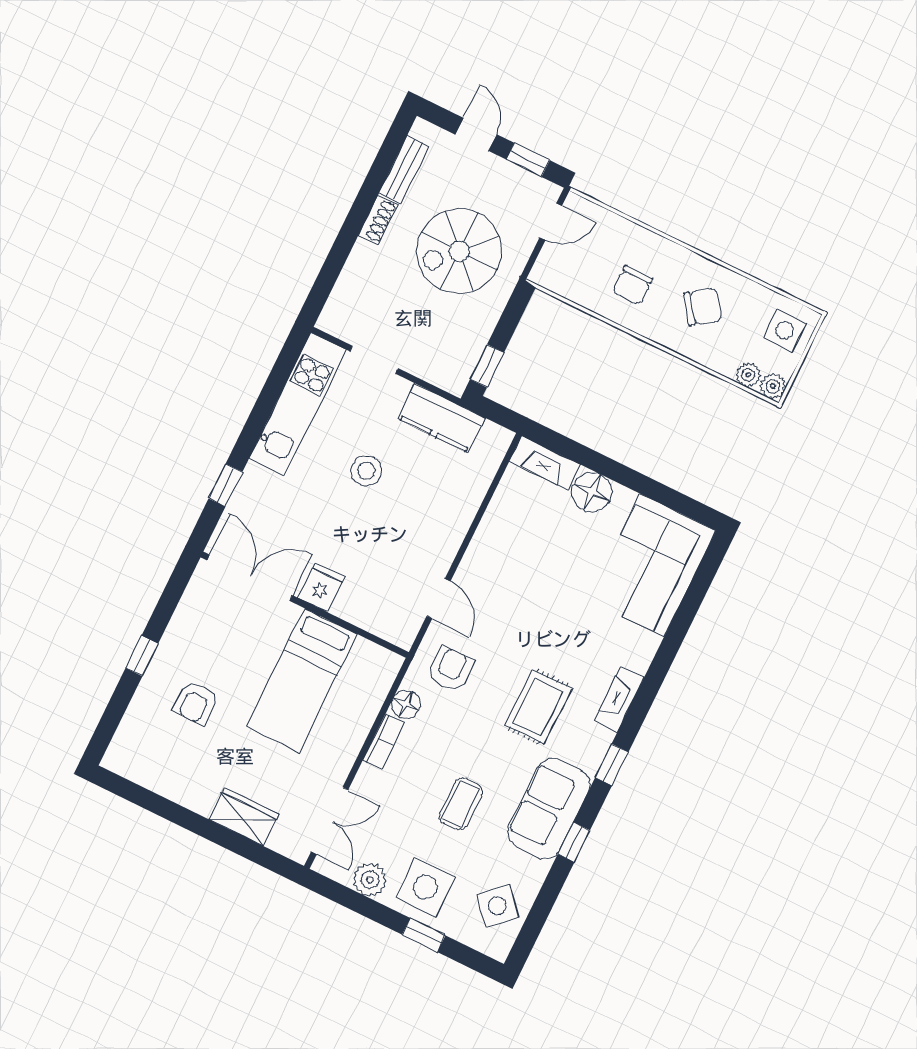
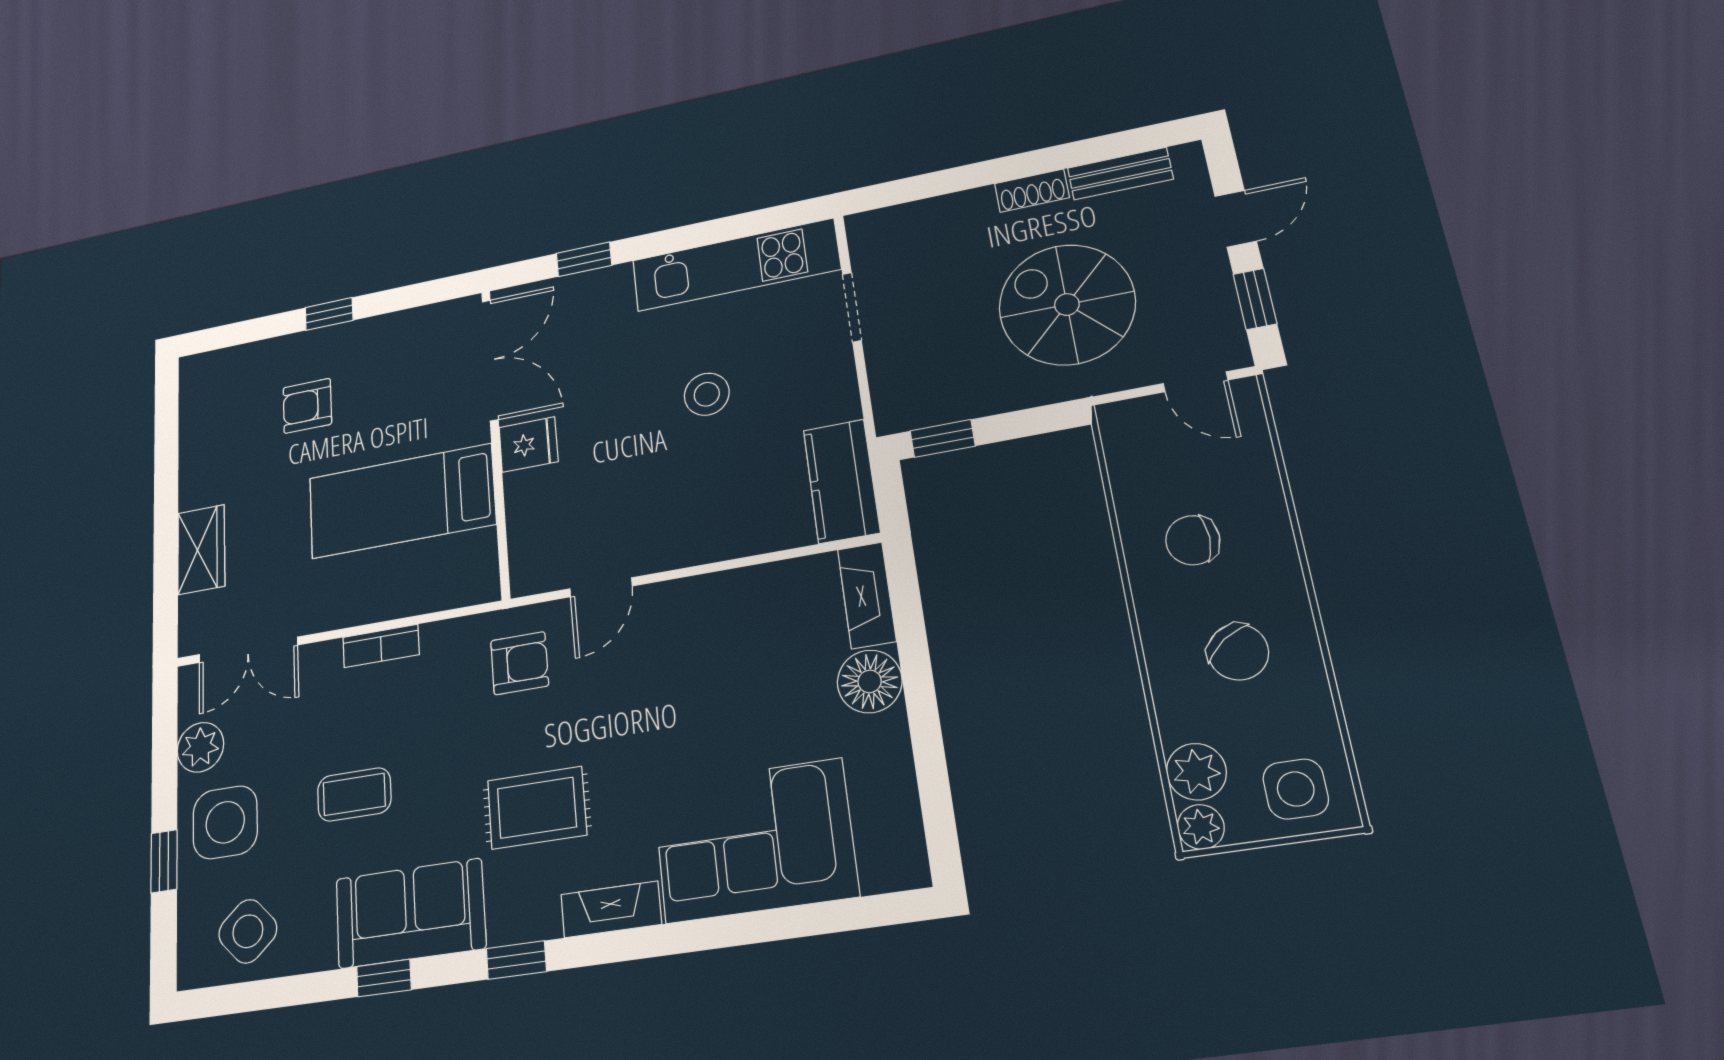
plant: (748, 375) -> (1196, 772), width x1.38, depth x1.38
kitchen counter: (441, 418) -> (841, 481), moved
corner sofa: (652, 565) -> (754, 840), moved
floor lamp: (406, 704) -> (443, 640), removed

